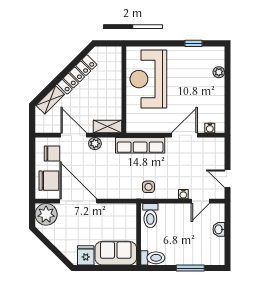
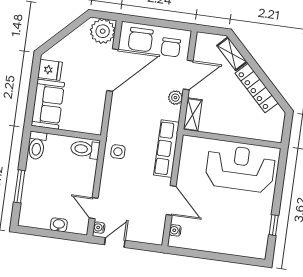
plant: (219, 72) -> (237, 249), removed
water cooler: (183, 194) -> (99, 228), moved

